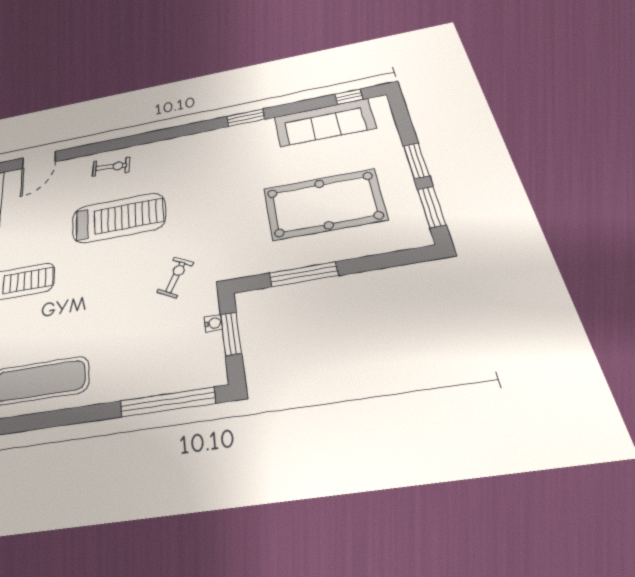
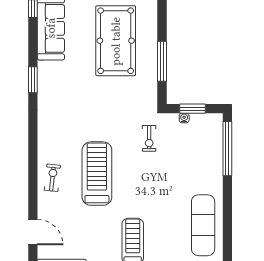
exercise bike: (175, 277) -> (149, 138), turned -119

